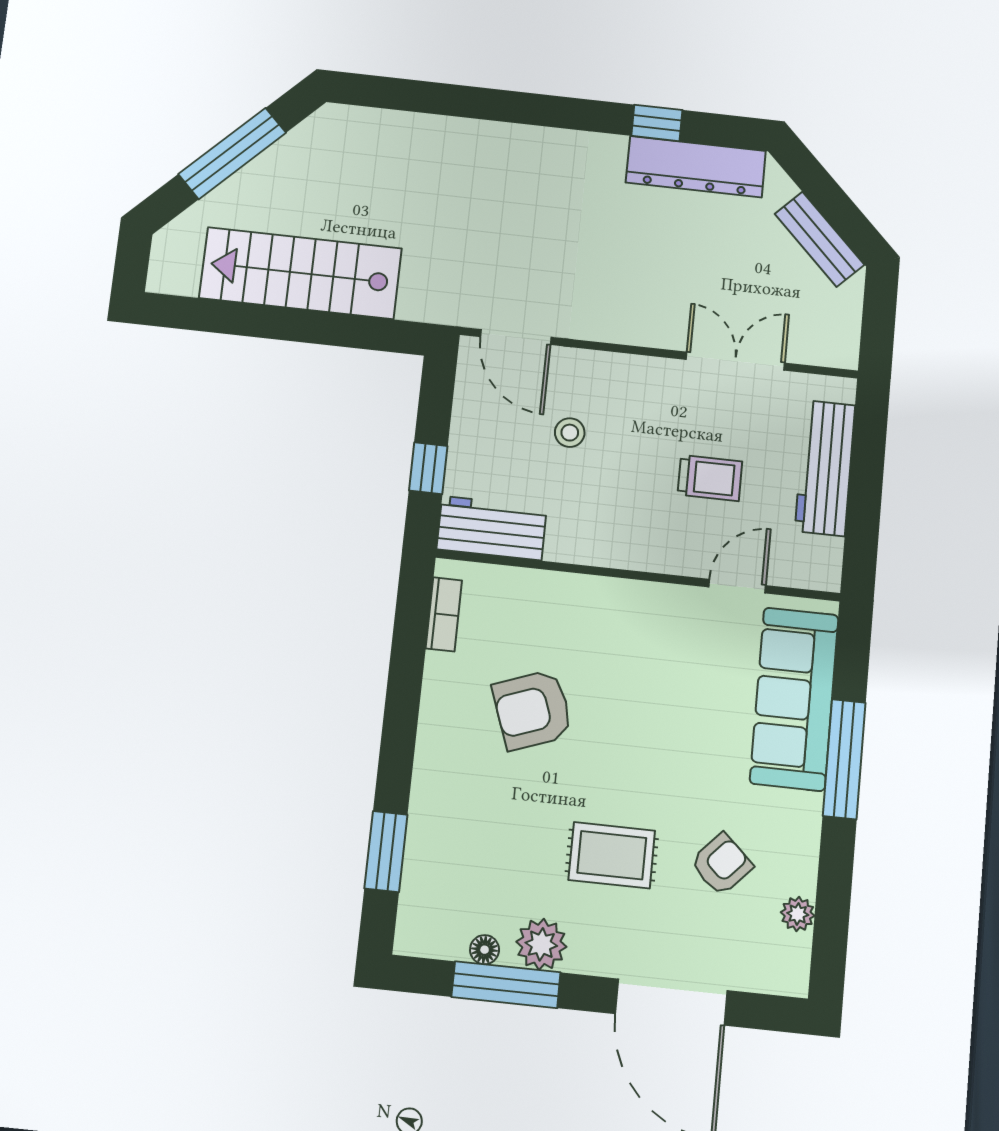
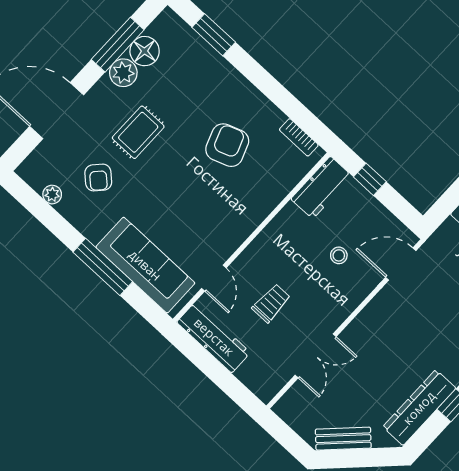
workbench: (825, 468) -> (214, 337), moved
trolley: (710, 478) -> (271, 303), turned 180
floor lamp: (485, 950) -> (145, 51), width x1.89, depth x1.89

